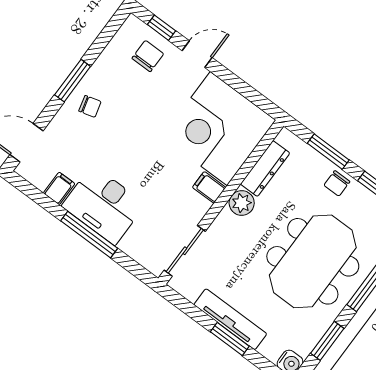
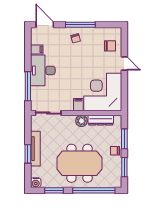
window: (161, 28) -> (124, 43), removed
window: (73, 81) -> (80, 25), width x1.44
window: (89, 235) -> (28, 86), moved

